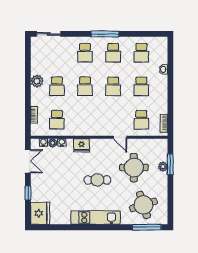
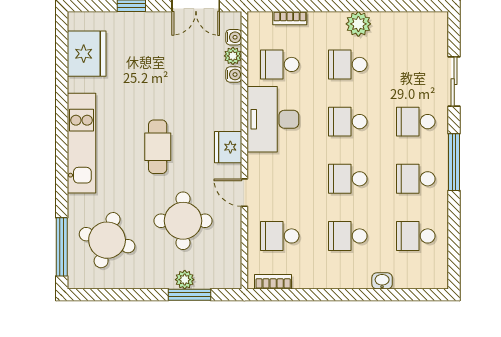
sliding door: (49, 34) -> (454, 82), moved
desk: (84, 123) -> (273, 119), added
door: (120, 137) -> (244, 193), hinge flipped
fridge: (82, 145) -> (228, 147), moved
round table: (143, 205) -> (107, 240), turned 34
fridge: (40, 213) -> (87, 54), moved, turned -90

